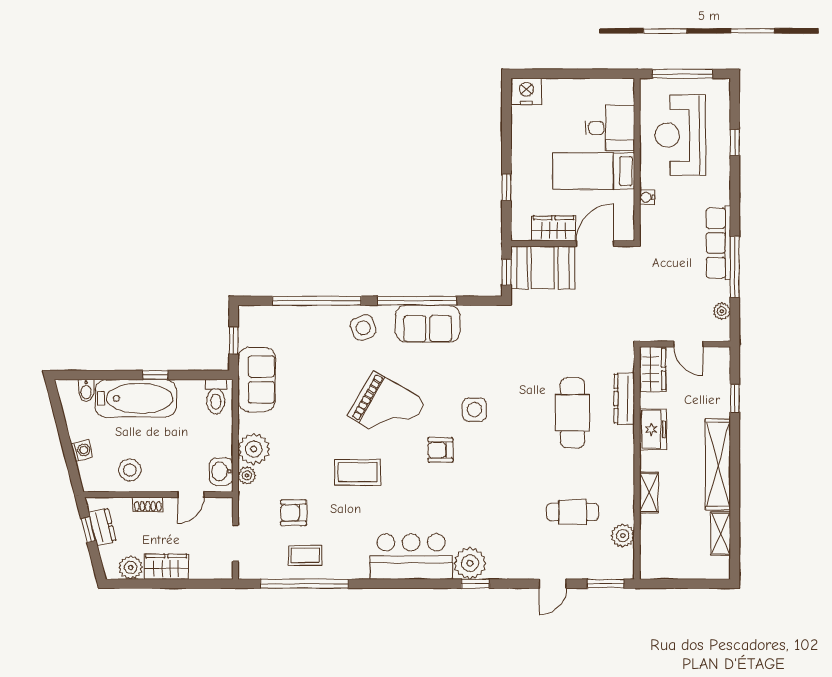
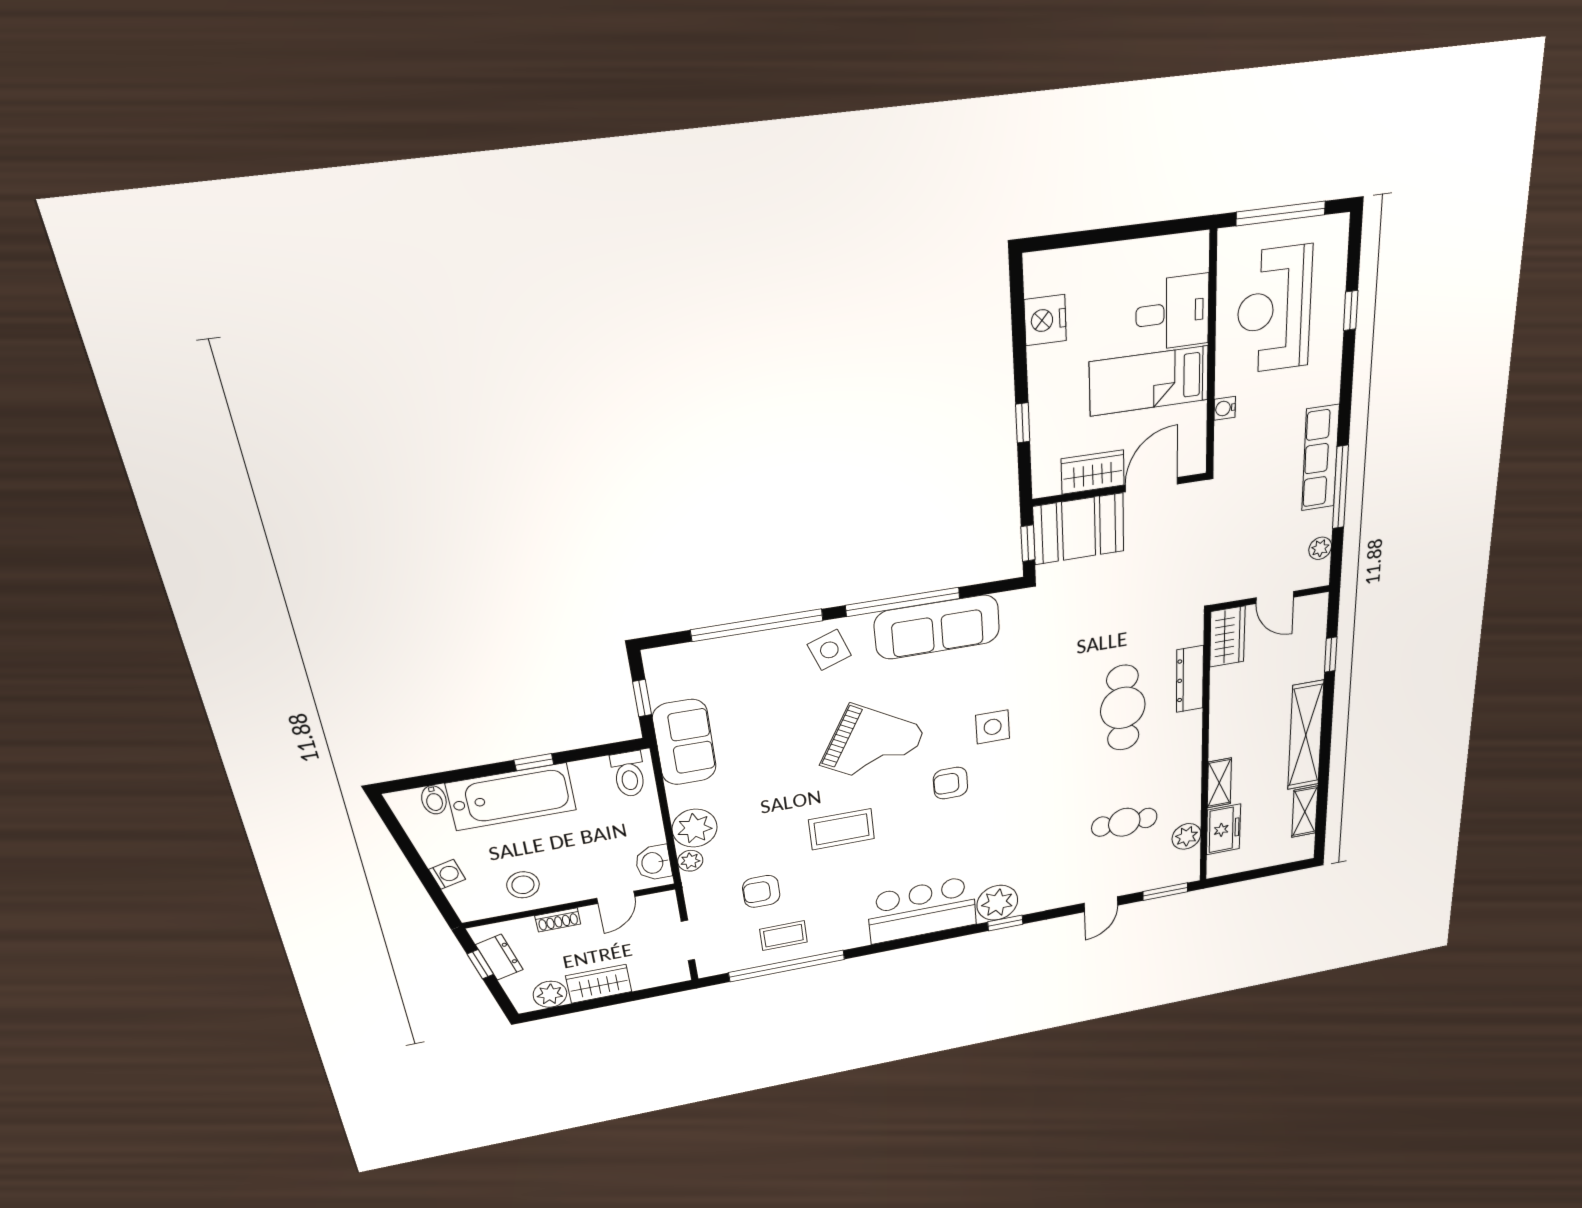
nightstand: (526, 92) -> (1045, 320), moved, turned -90
sofa: (428, 324) -> (937, 627), width x1.36
freezer: (653, 429) -> (1223, 829), moved

